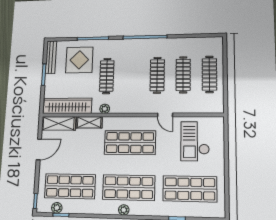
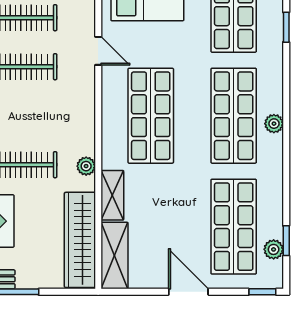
door: (165, 115) -> (98, 51), hinge flipped
door: (39, 149) -> (188, 292), moved

